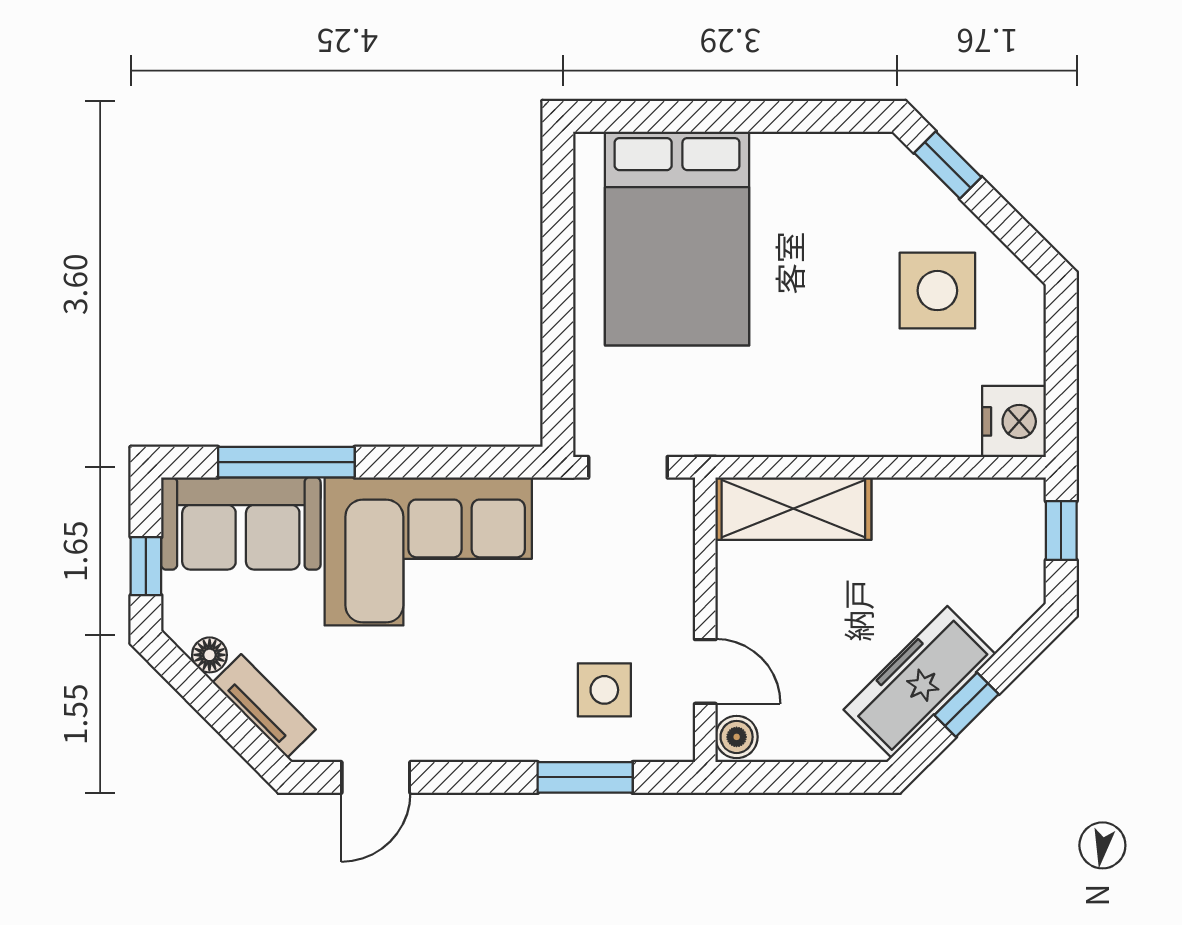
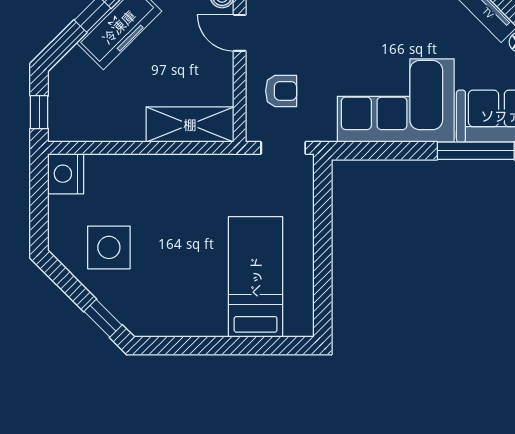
bed: (677, 239) -> (256, 277), width x0.67
armchair: (632, 568) -> (281, 91), added
side table: (604, 690) -> (297, 22), removed

